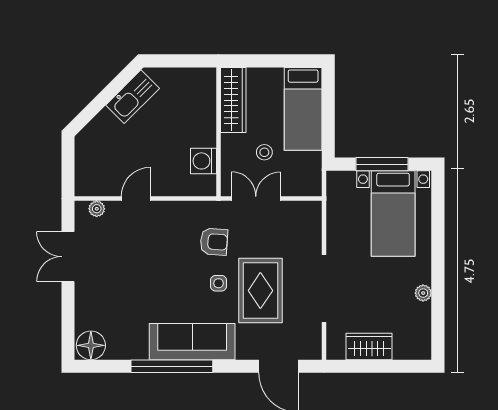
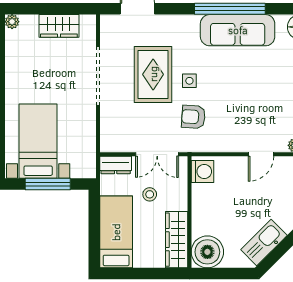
boiler: (198, 86) -> (207, 252), added
washing machine: (203, 161) -> (202, 171), moved
dresser: (304, 186) -> (116, 165), added
plant: (423, 293) -> (12, 22), moved
sofa: (192, 342) -> (238, 30), moved

